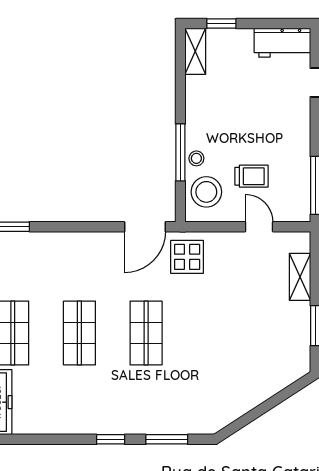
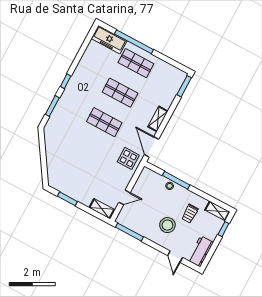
trolley: (251, 176) -> (190, 214), moved
stool: (206, 192) -> (167, 225), moved
shelving: (90, 242) -> (158, 119), added
shelving: (300, 277) -> (102, 209), moved

